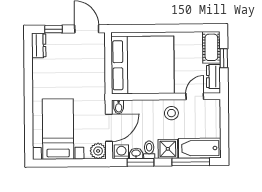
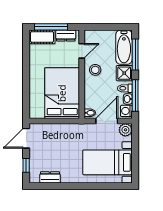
dresser: (39, 45) -> (50, 177), moved
window: (224, 58) -> (51, 27), width x2.17
bed: (143, 65) -> (62, 93), width x0.73
door: (195, 96) -> (82, 51), swing flipped
door: (109, 128) -> (107, 121), hinge flipped
window: (140, 162) -> (135, 95), width x1.44

